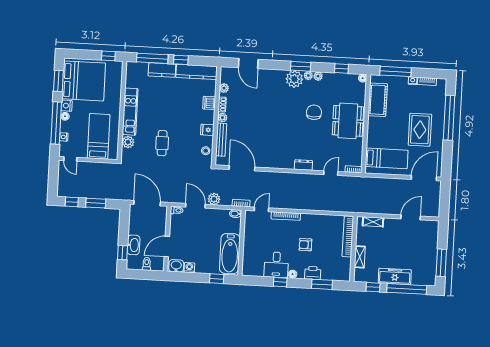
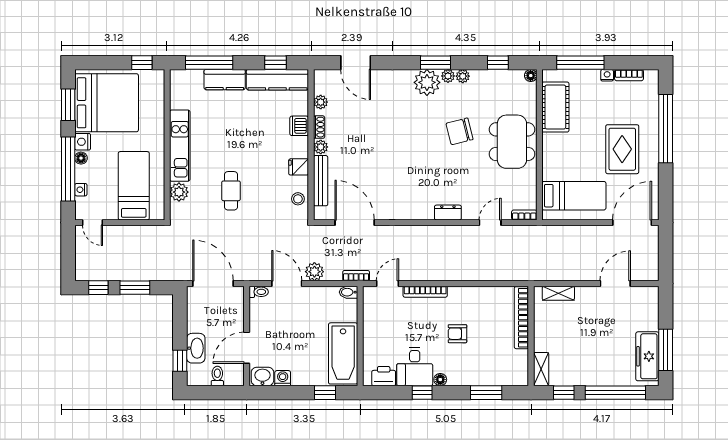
window: (181, 60) -> (276, 63), moved
chair: (314, 112) -> (459, 131), turned -104
shelving: (360, 257) -> (541, 369), moved
printer: (313, 273) -> (384, 376), moved
freezer: (395, 276) -> (647, 356), moved, turned -90

